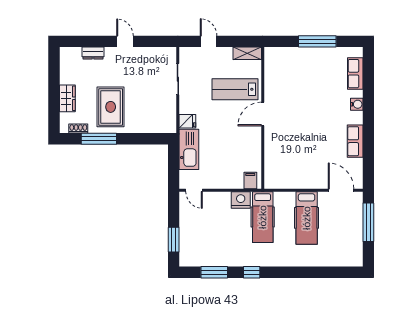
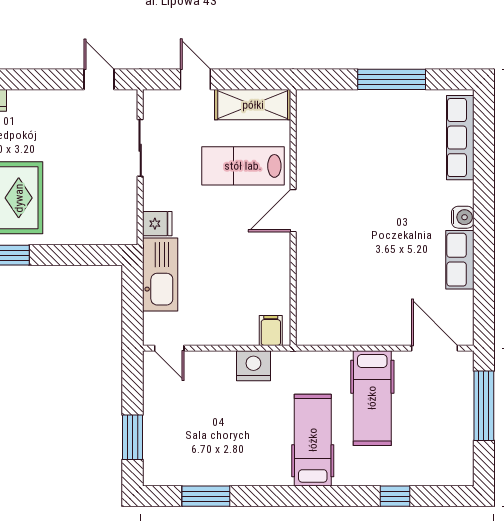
door: (125, 41) -> (99, 79), moved
shelving: (247, 53) -> (253, 105), width x1.50, depth x1.33
row of seats: (355, 74) -> (460, 138), width x1.48
water cooler: (357, 104) -> (463, 217), moved
hospital bed: (263, 217) -> (313, 440), moved, turned 180
window: (252, 272) -> (395, 496), moved

